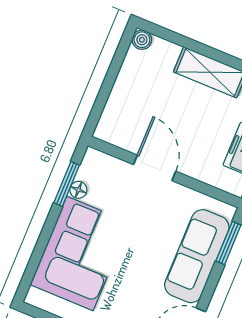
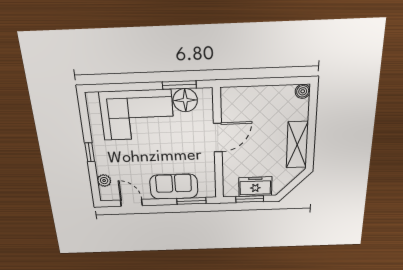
floor lamp: (78, 190) -> (185, 100), width x1.89, depth x1.89
sofa: (197, 256) -> (174, 187), width x0.73

